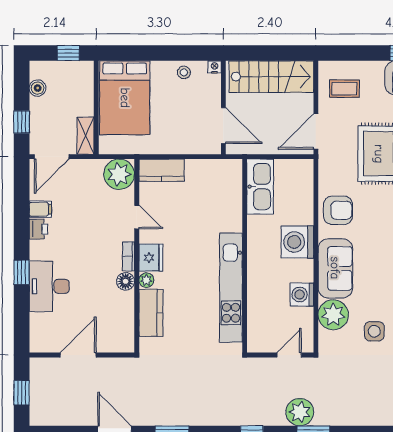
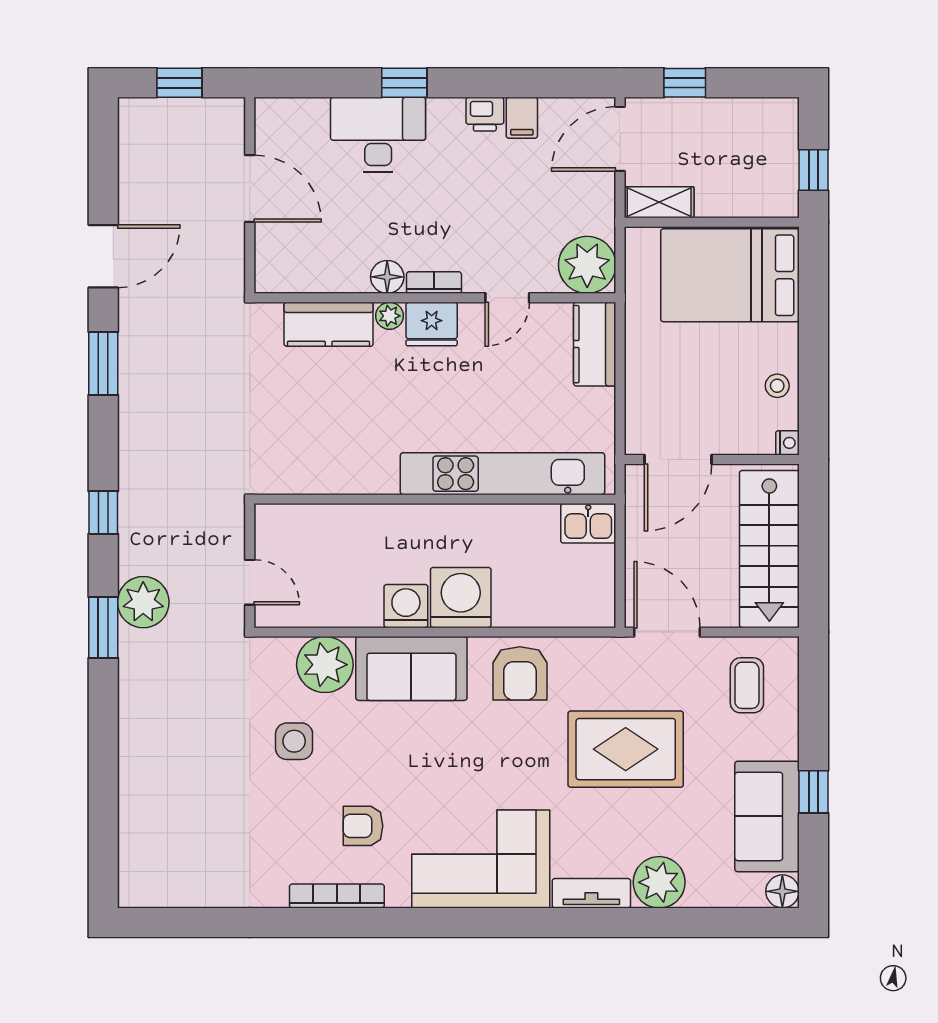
boiler: (38, 88) -> (748, 113), removed
door: (52, 157) -> (620, 139), hinge flipped
kitchen sink: (260, 187) -> (588, 523), width x0.53, depth x0.81
kitchen unit: (231, 288) -> (502, 474), moved
washing machine: (302, 295) -> (406, 606), moved

